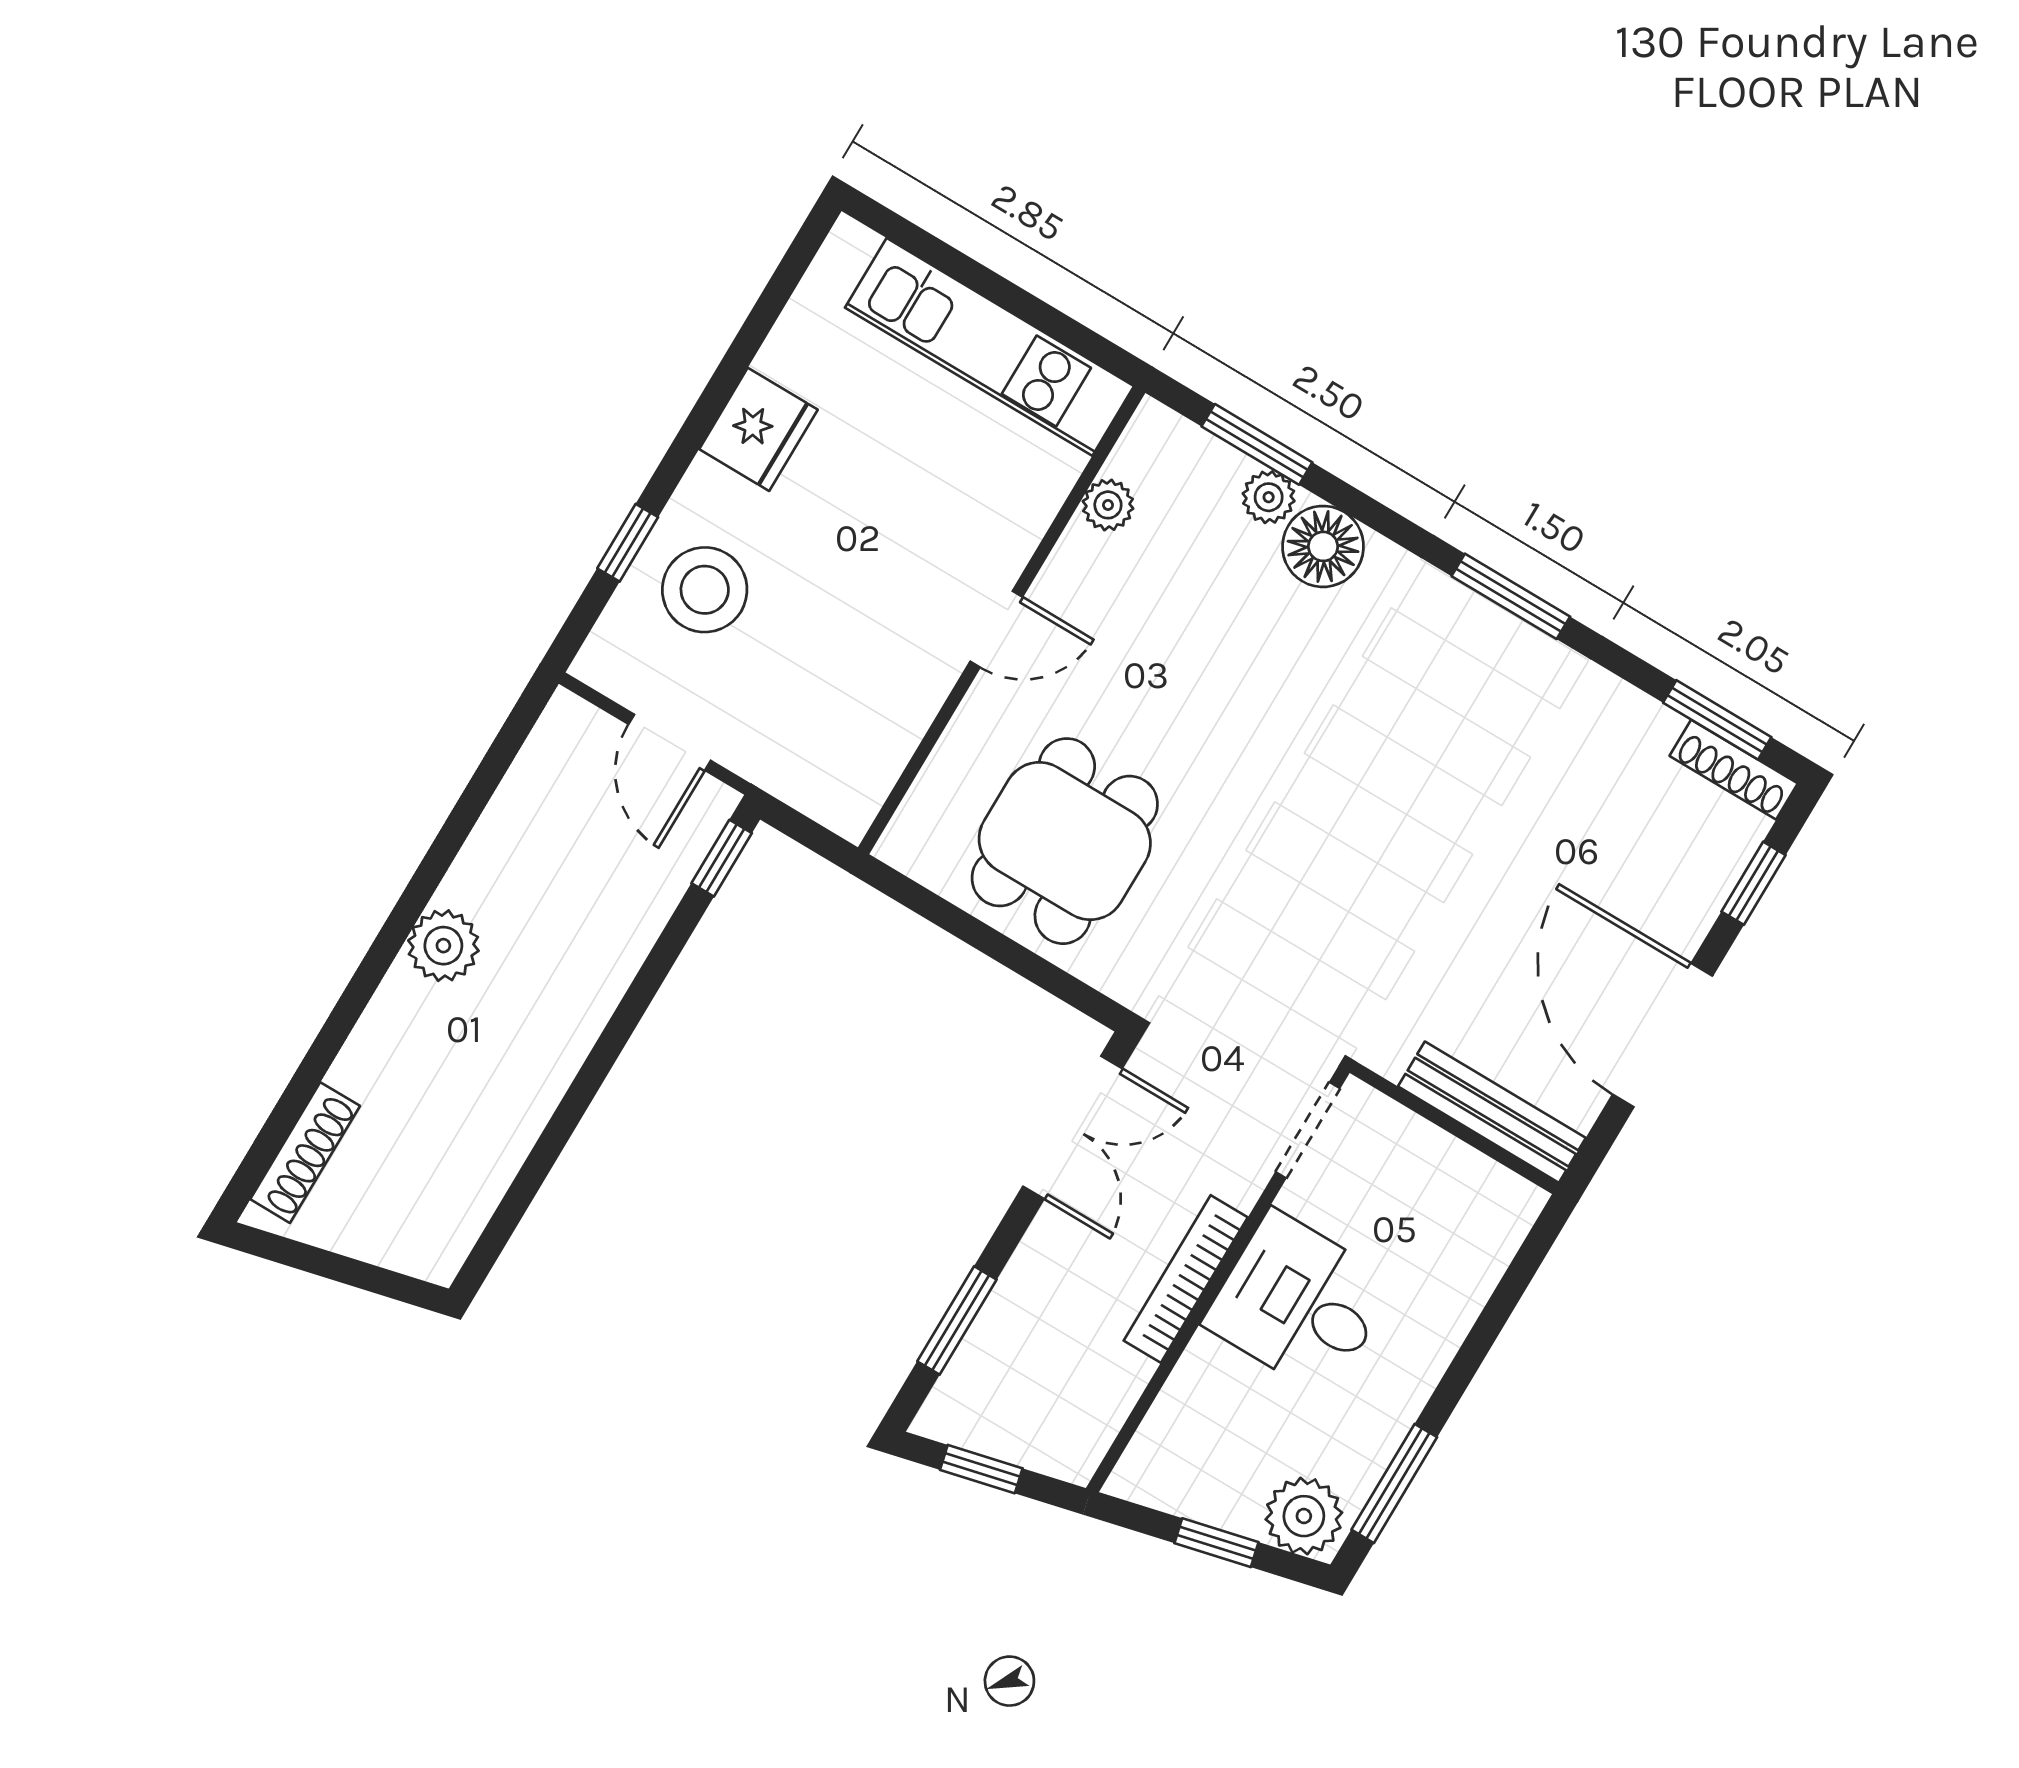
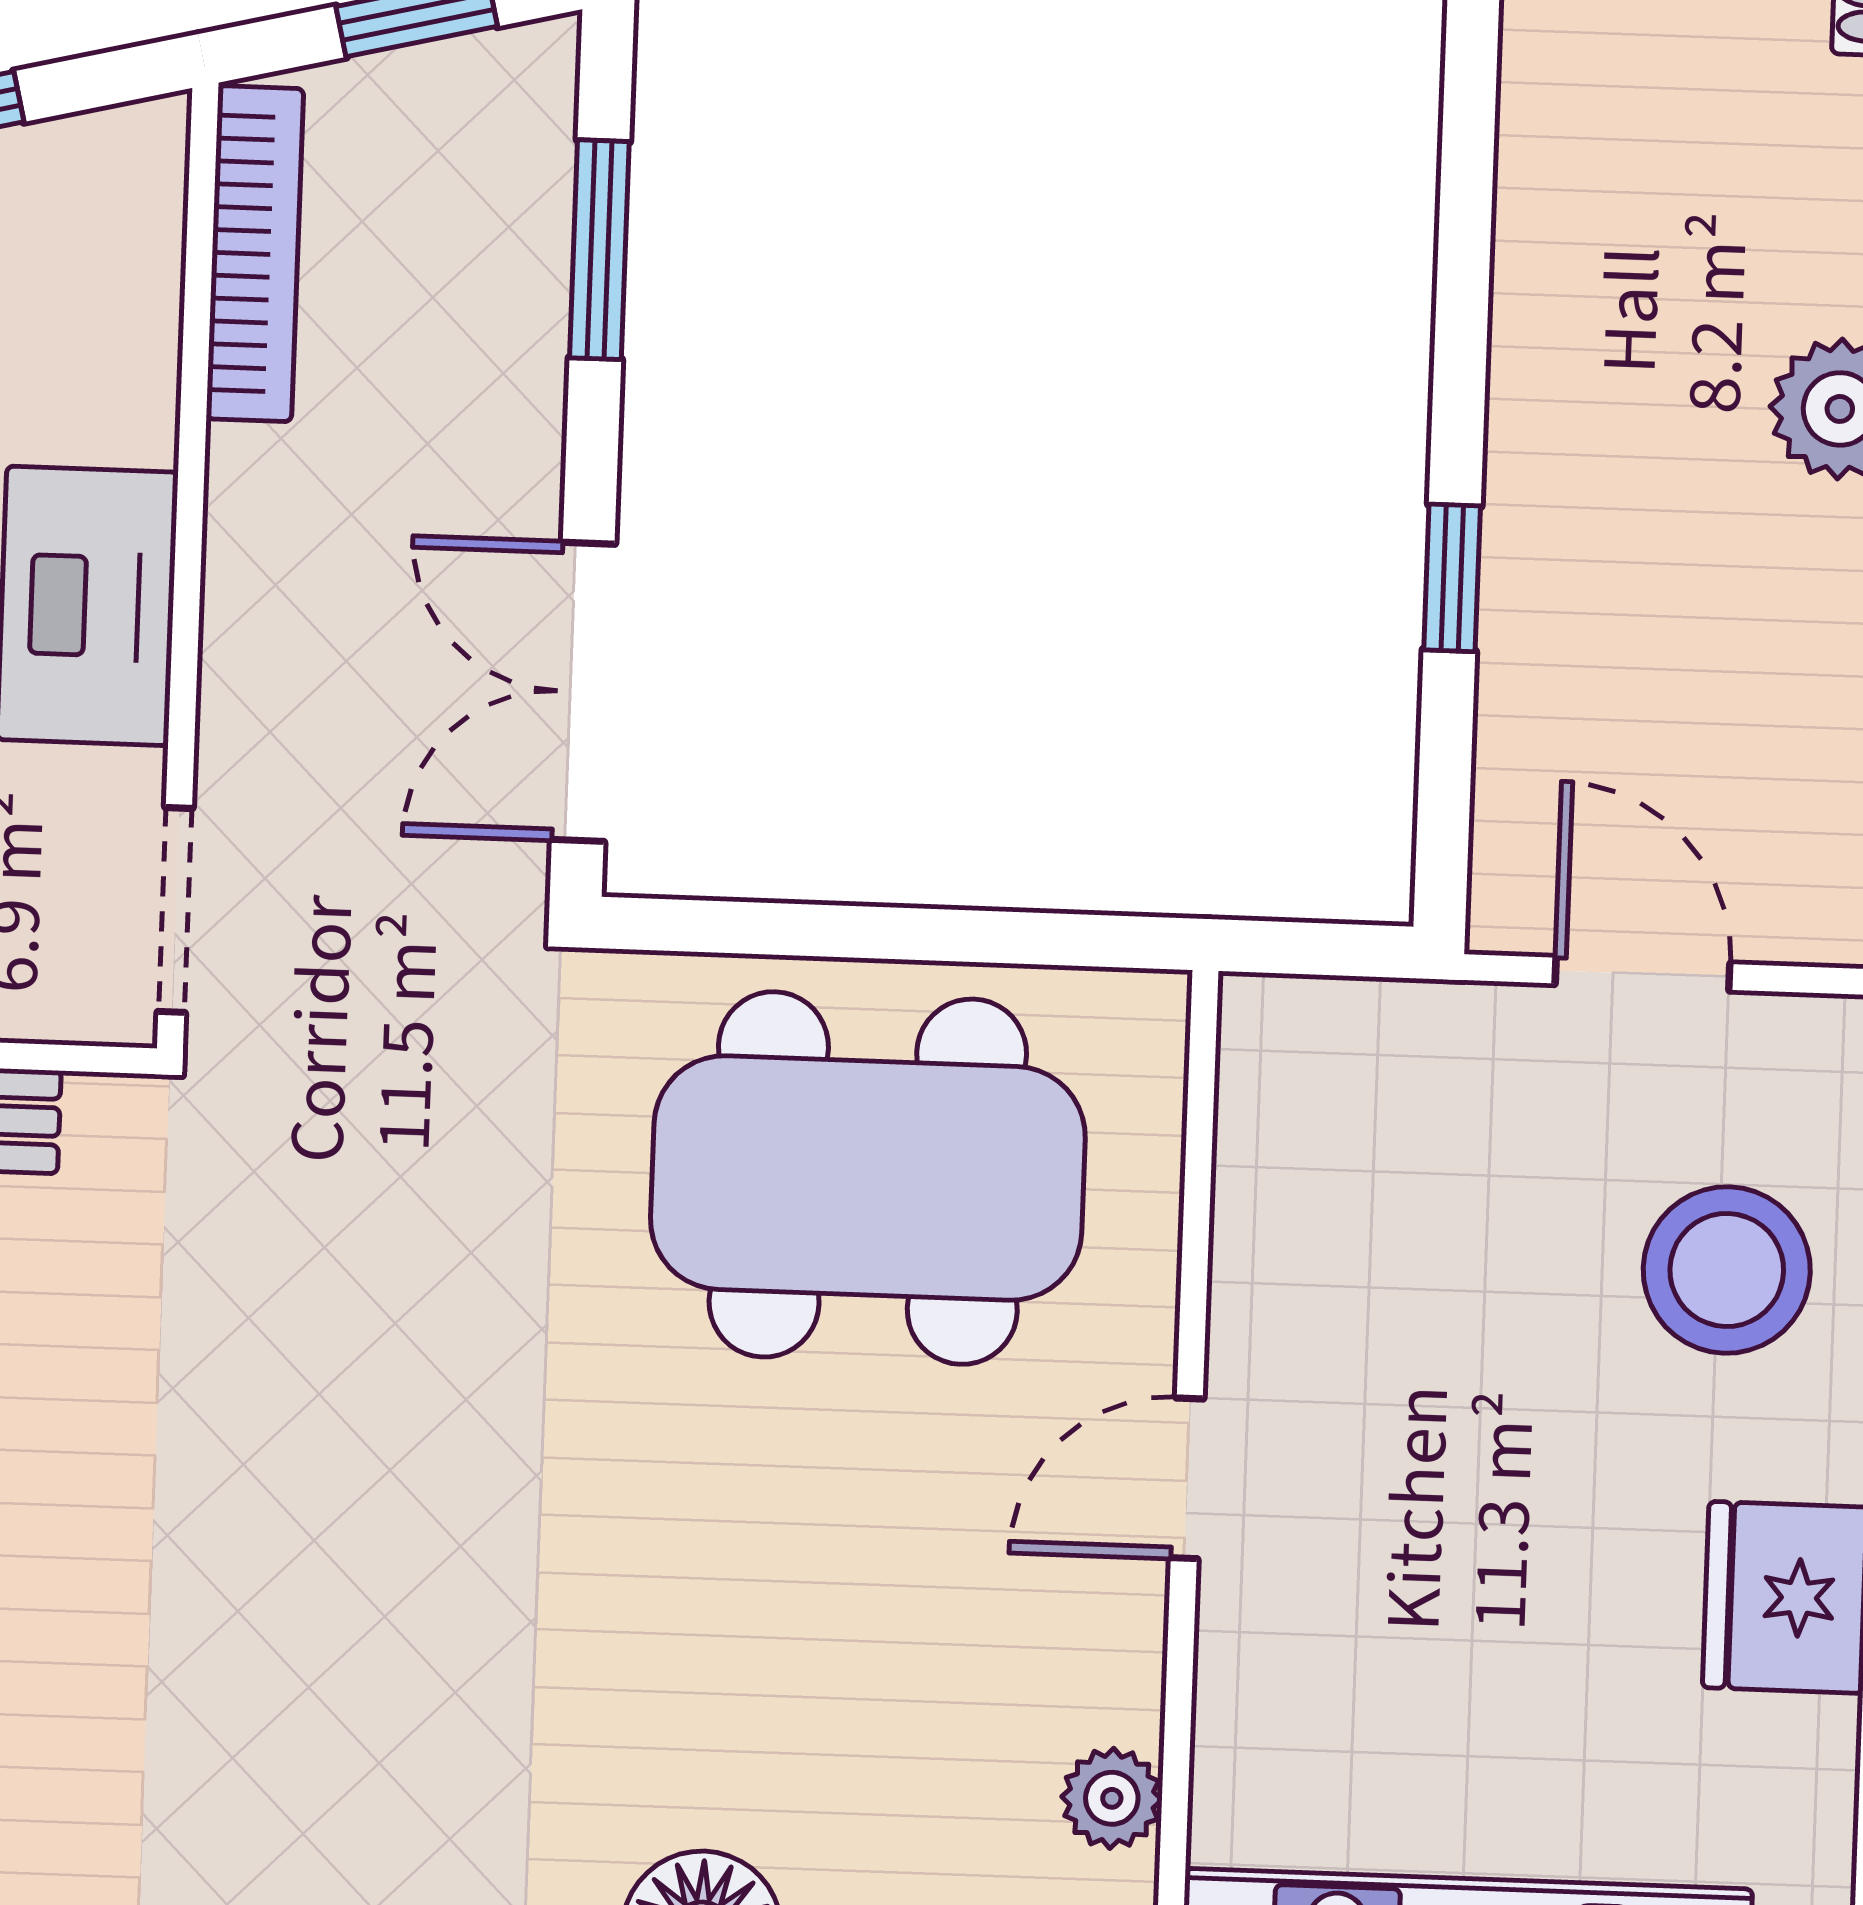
dining table: (1065, 841) -> (868, 1178), width x1.37
window: (722, 858) -> (1452, 578), moved
bookcase: (1186, 1279) -> (255, 254), moved

